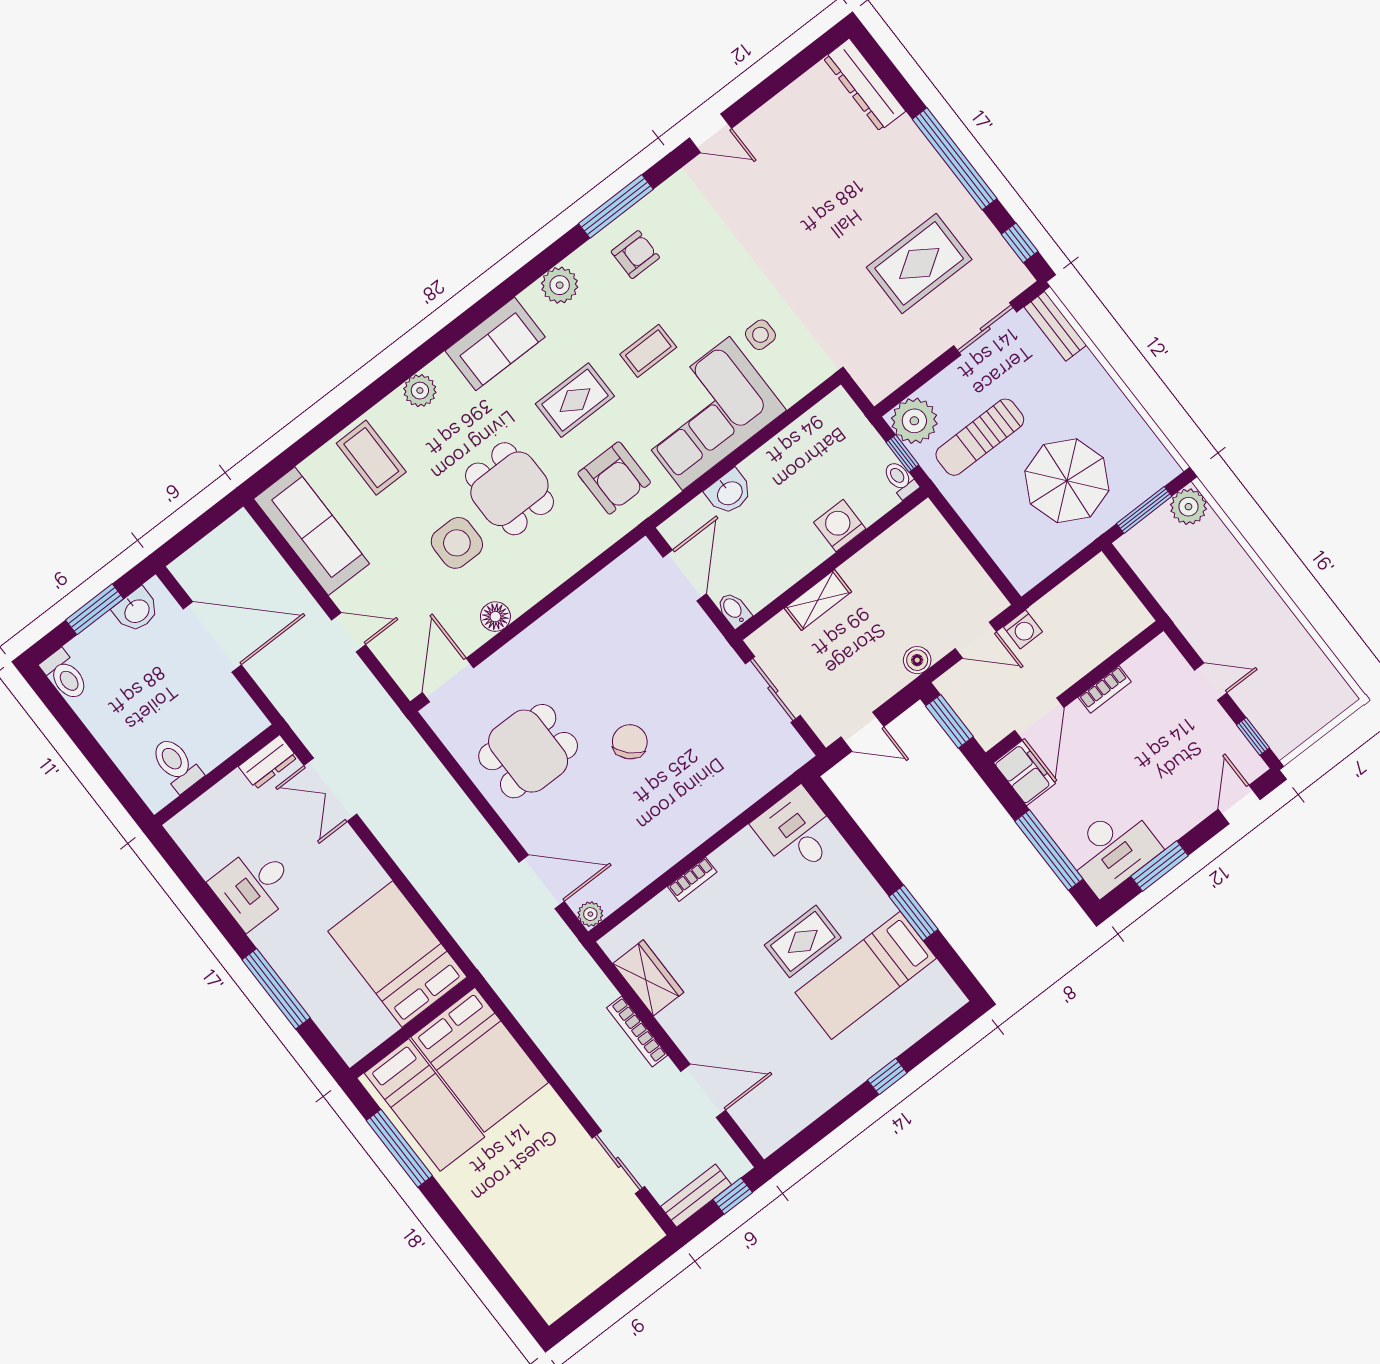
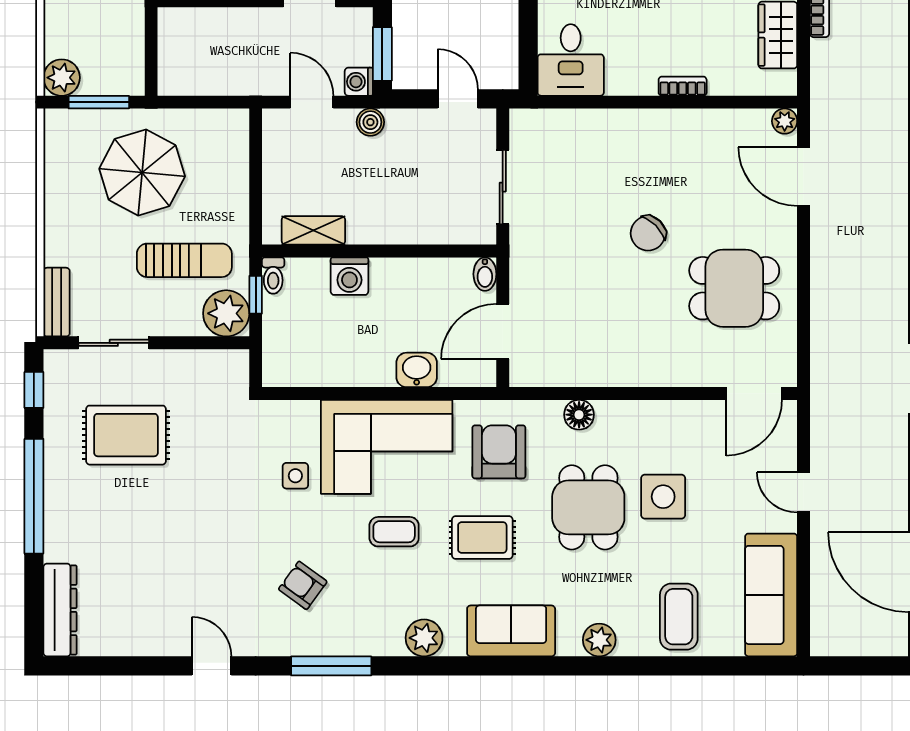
armchair: (635, 255) -> (303, 585), moved, turned 36
shelving: (818, 600) -> (313, 230), moved
floor lamp: (495, 617) -> (579, 415), moved
washing machine: (1023, 629) -> (359, 82), moved, turned -90

